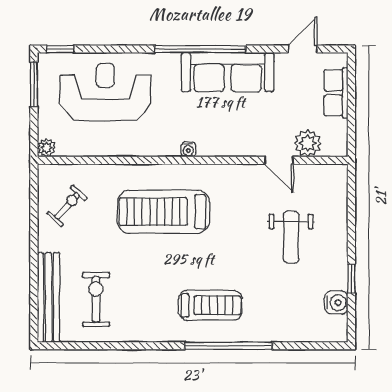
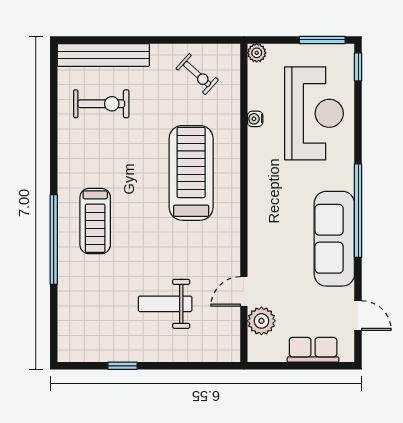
water cooler: (188, 149) -> (255, 119), moved
water cooler: (336, 303) -> (98, 350), removed

